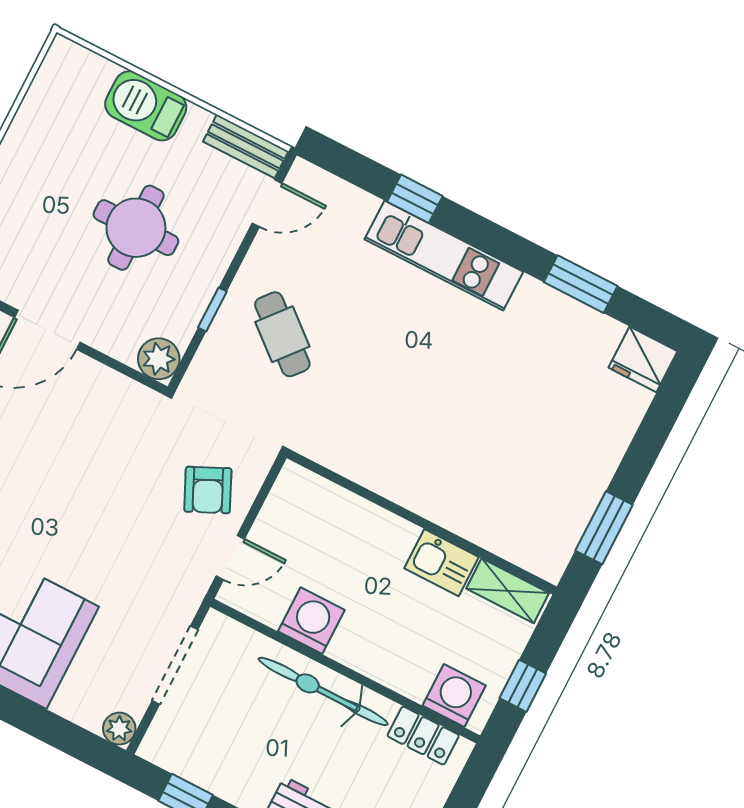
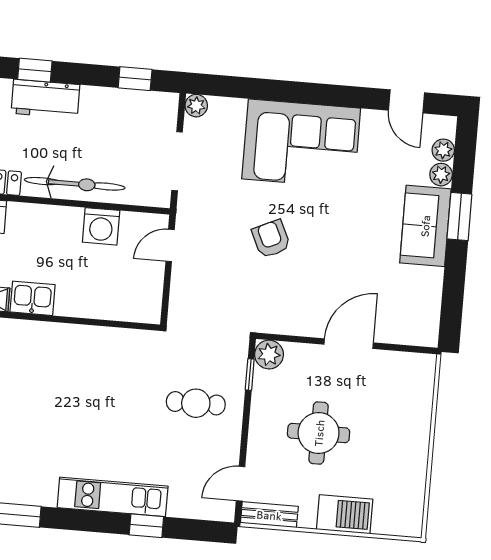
window: (212, 310) -> (250, 374), moved
cafe table: (282, 334) -> (196, 403), turned -40
armchair: (208, 490) -> (271, 239), moved

